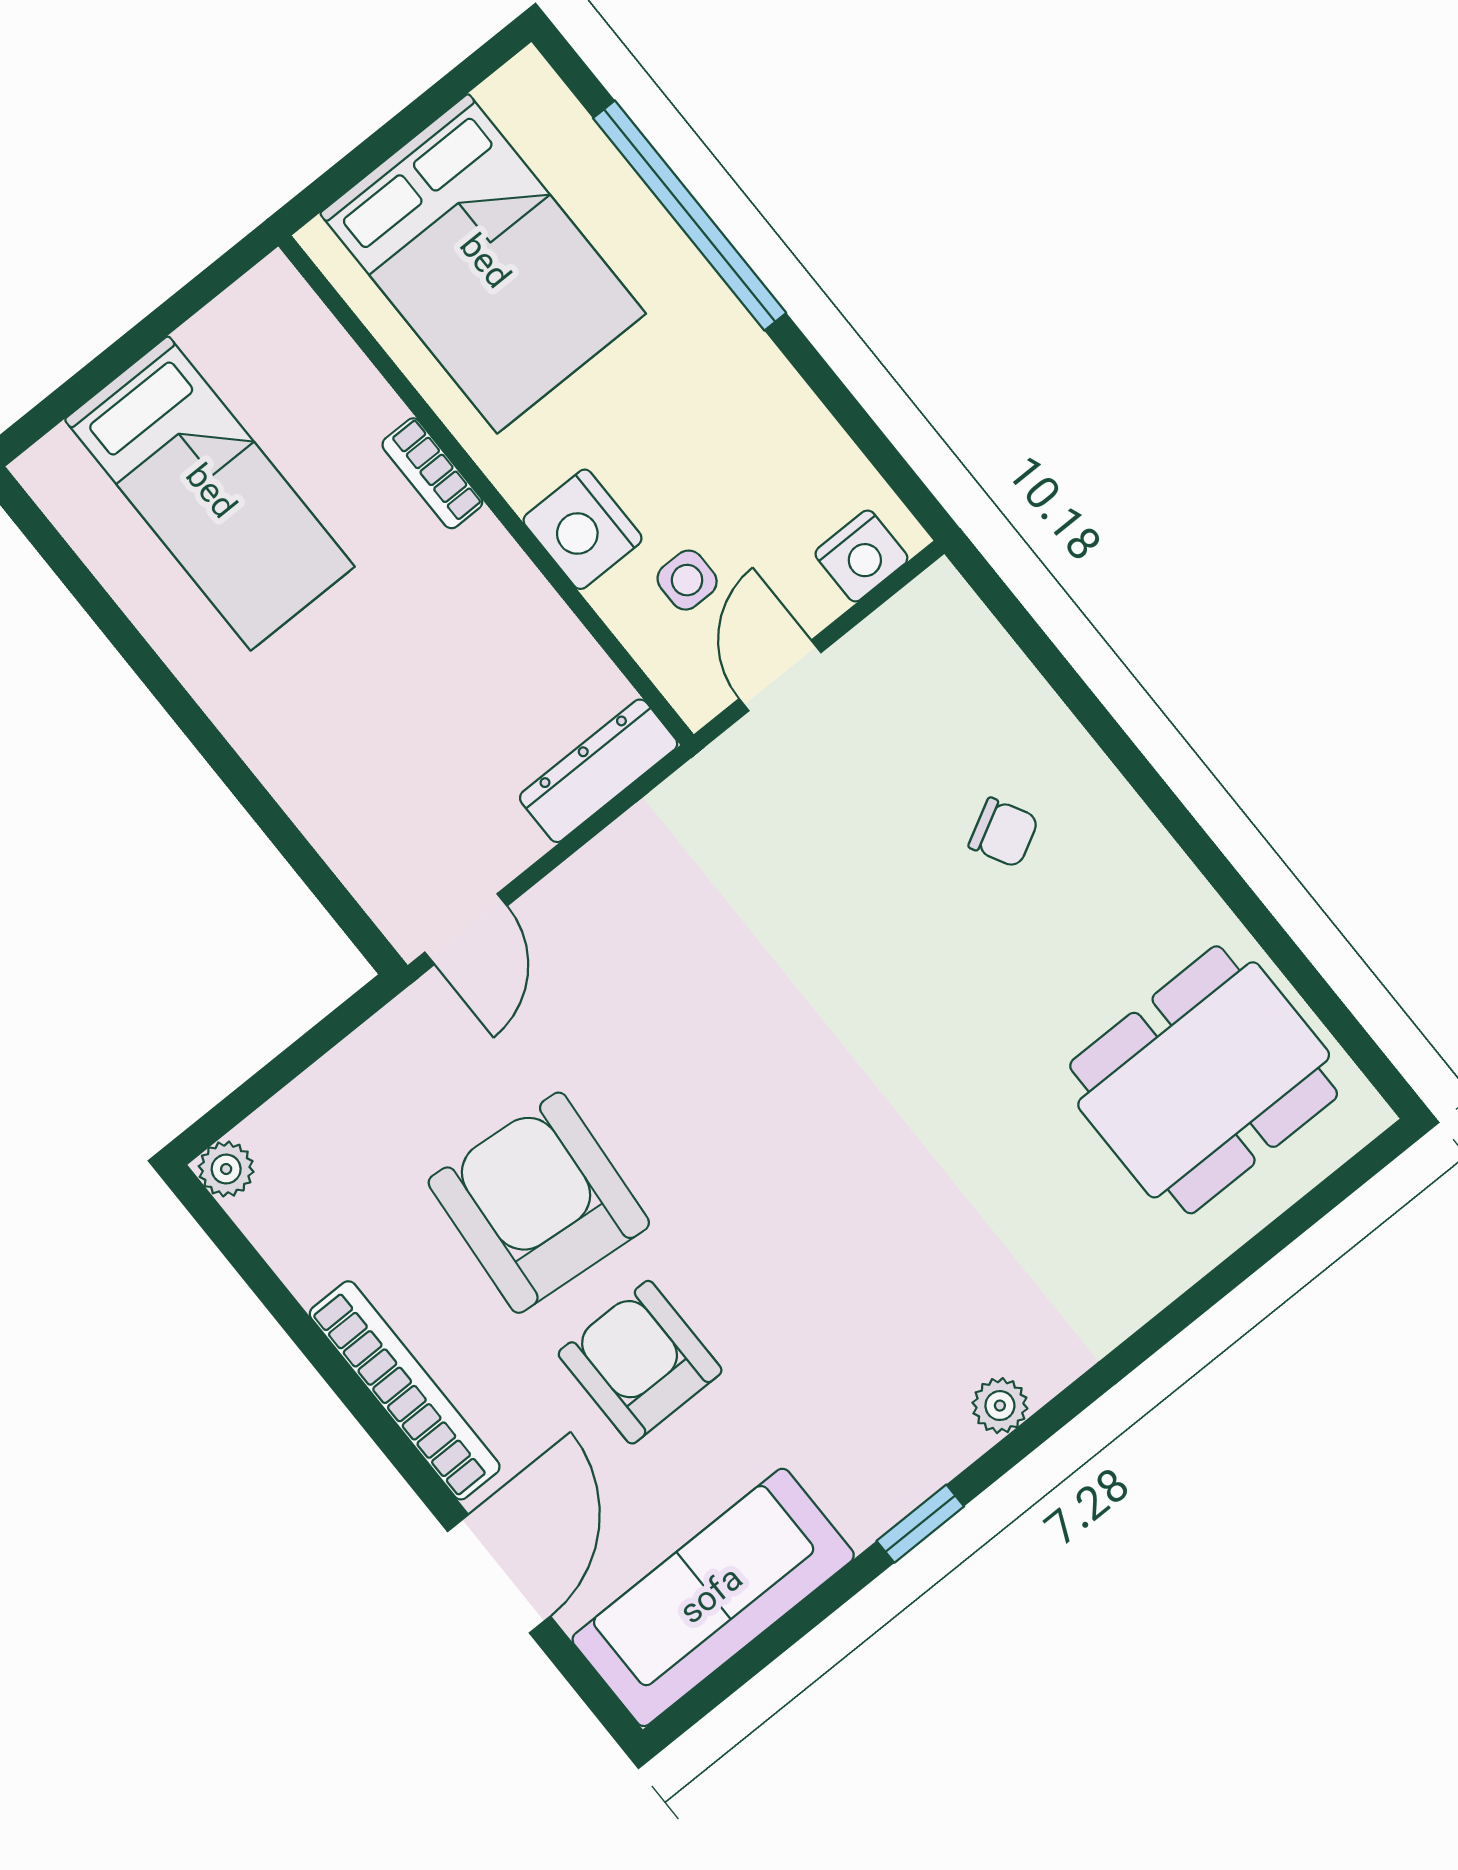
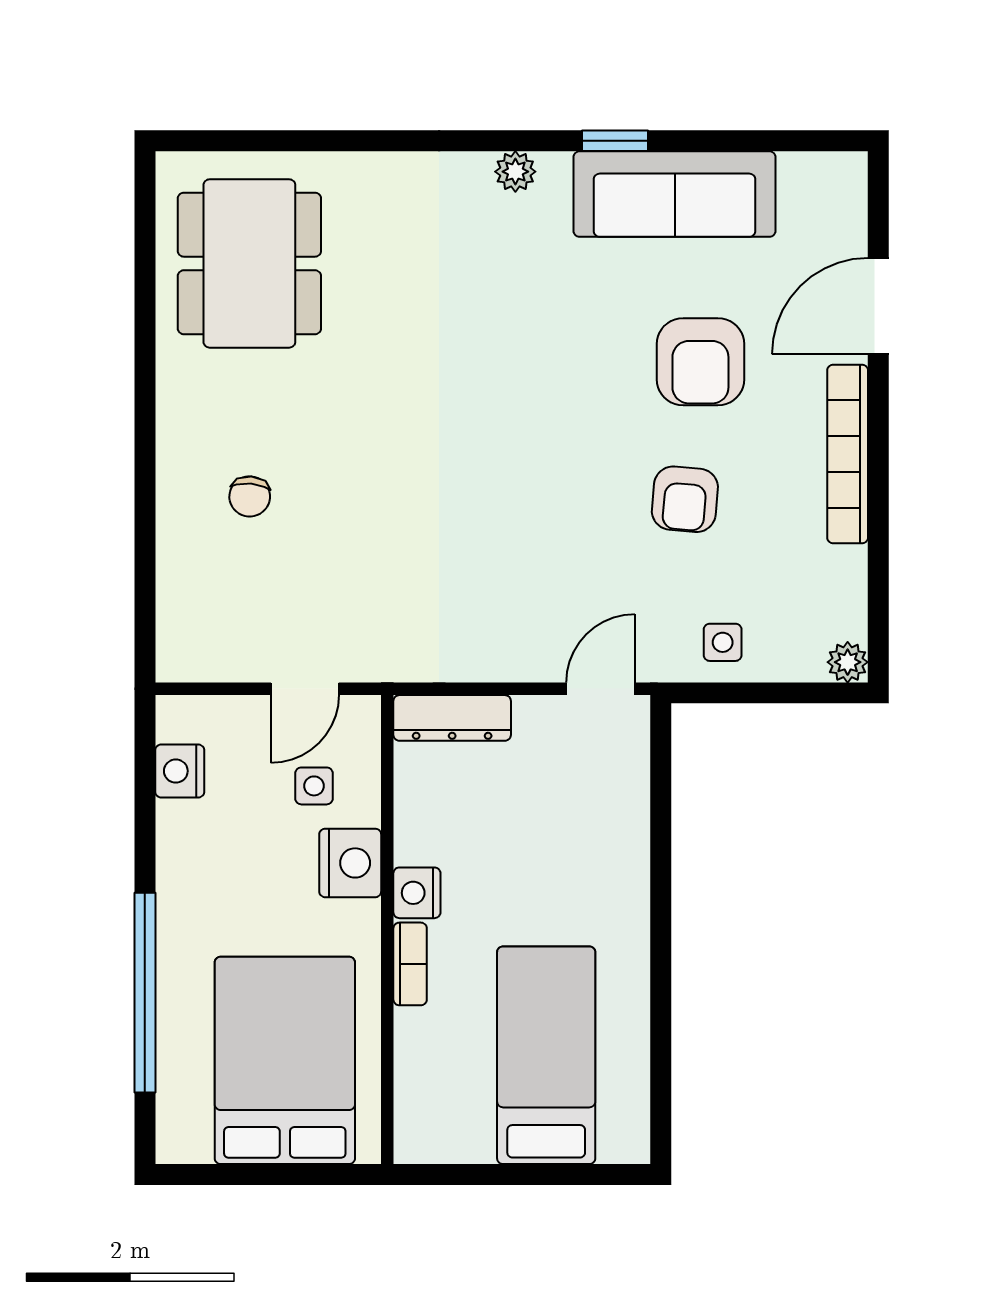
nightstand: (486, 555) -> (417, 893), added
nightstand: (861, 556) -> (180, 771), moved, turned -90
chair: (1004, 833) -> (250, 496), turned -147
dining table: (1204, 1080) -> (249, 263), turned 90
side table: (376, 1083) -> (723, 642), added
armchair: (539, 1203) -> (685, 499), width x0.53, depth x0.53
sofa: (713, 1597) -> (675, 194), moved

